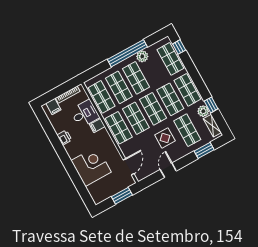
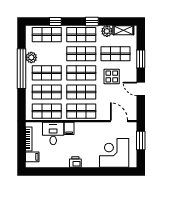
window: (179, 47) -> (55, 22), moved
window: (211, 105) -> (92, 22), moved
printer: (64, 138) -> (75, 162), moved
window: (204, 150) -> (141, 59), moved
corner desk: (91, 166) -> (114, 153), moved

